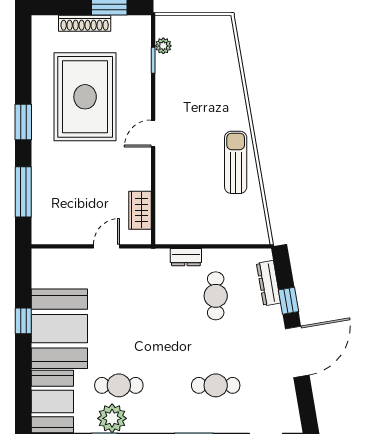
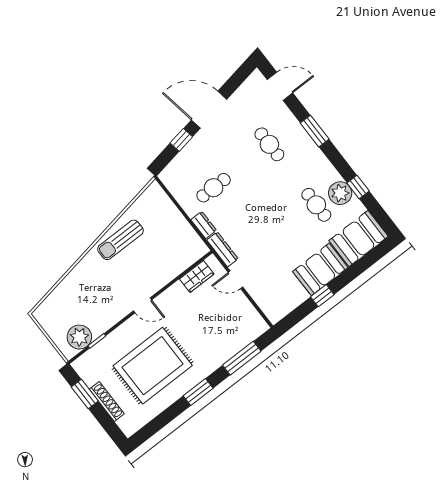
plant: (163, 46) -> (79, 337), width x1.87, depth x1.87
dresser: (269, 283) -> (222, 249), moved, turned -80
booth: (59, 329) -> (320, 269), width x0.73, depth x0.70

